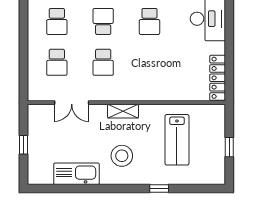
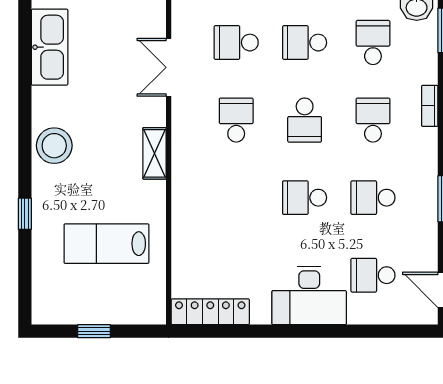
school desk: (103, 21) -> (305, 120), turned 90
school desk: (103, 62) -> (236, 120), turned 90
stool: (122, 156) -> (54, 146), moved
kitchen sink: (76, 174) -> (50, 47), moved

